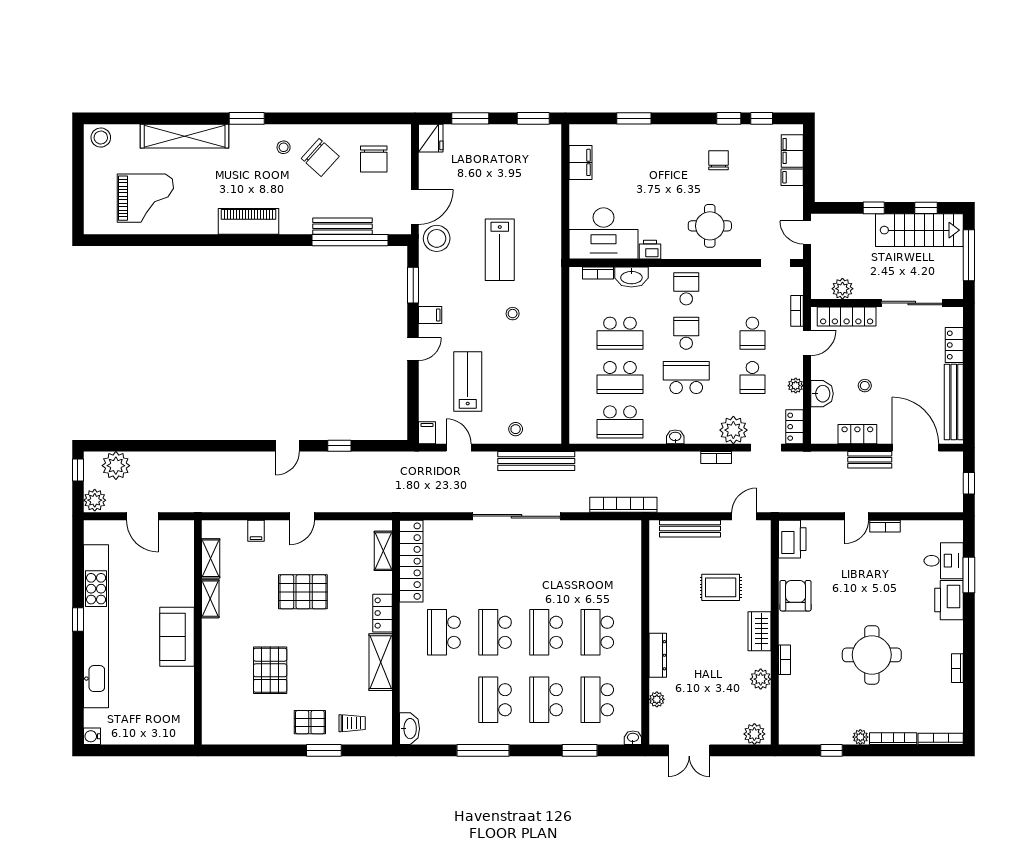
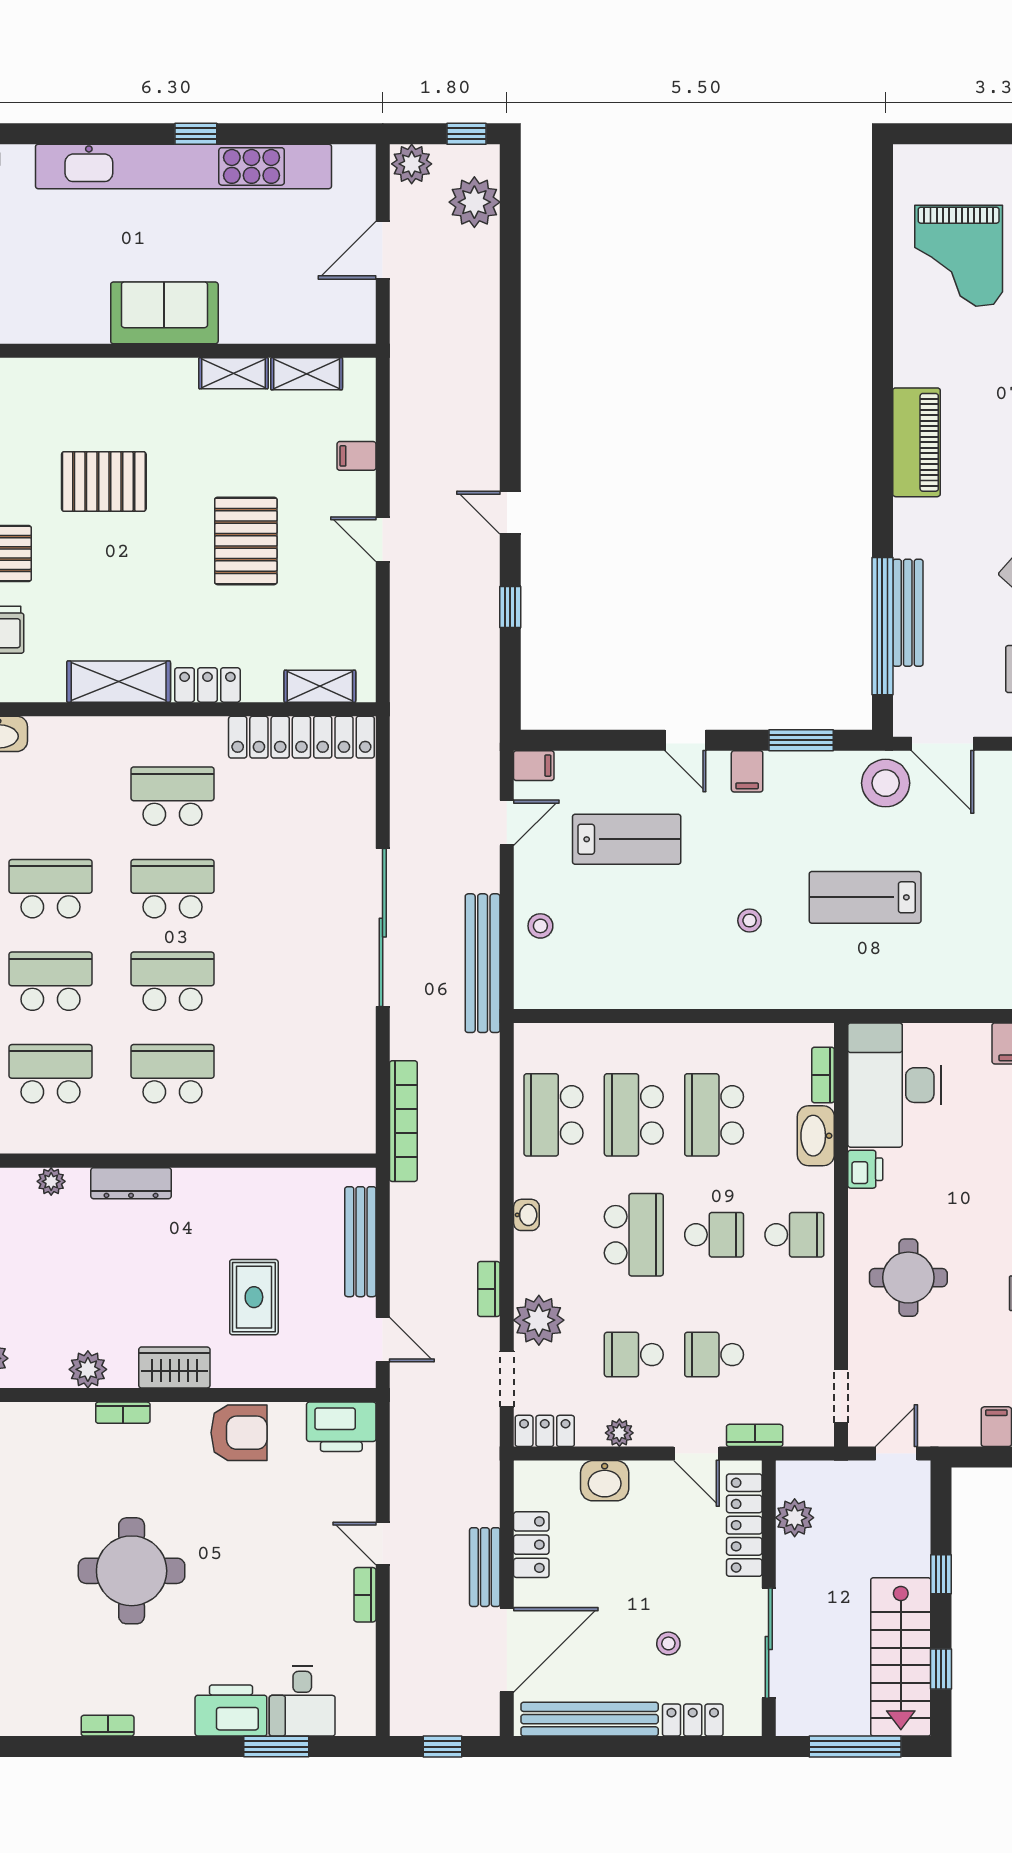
stool: (865, 386) -> (668, 1643), moved

